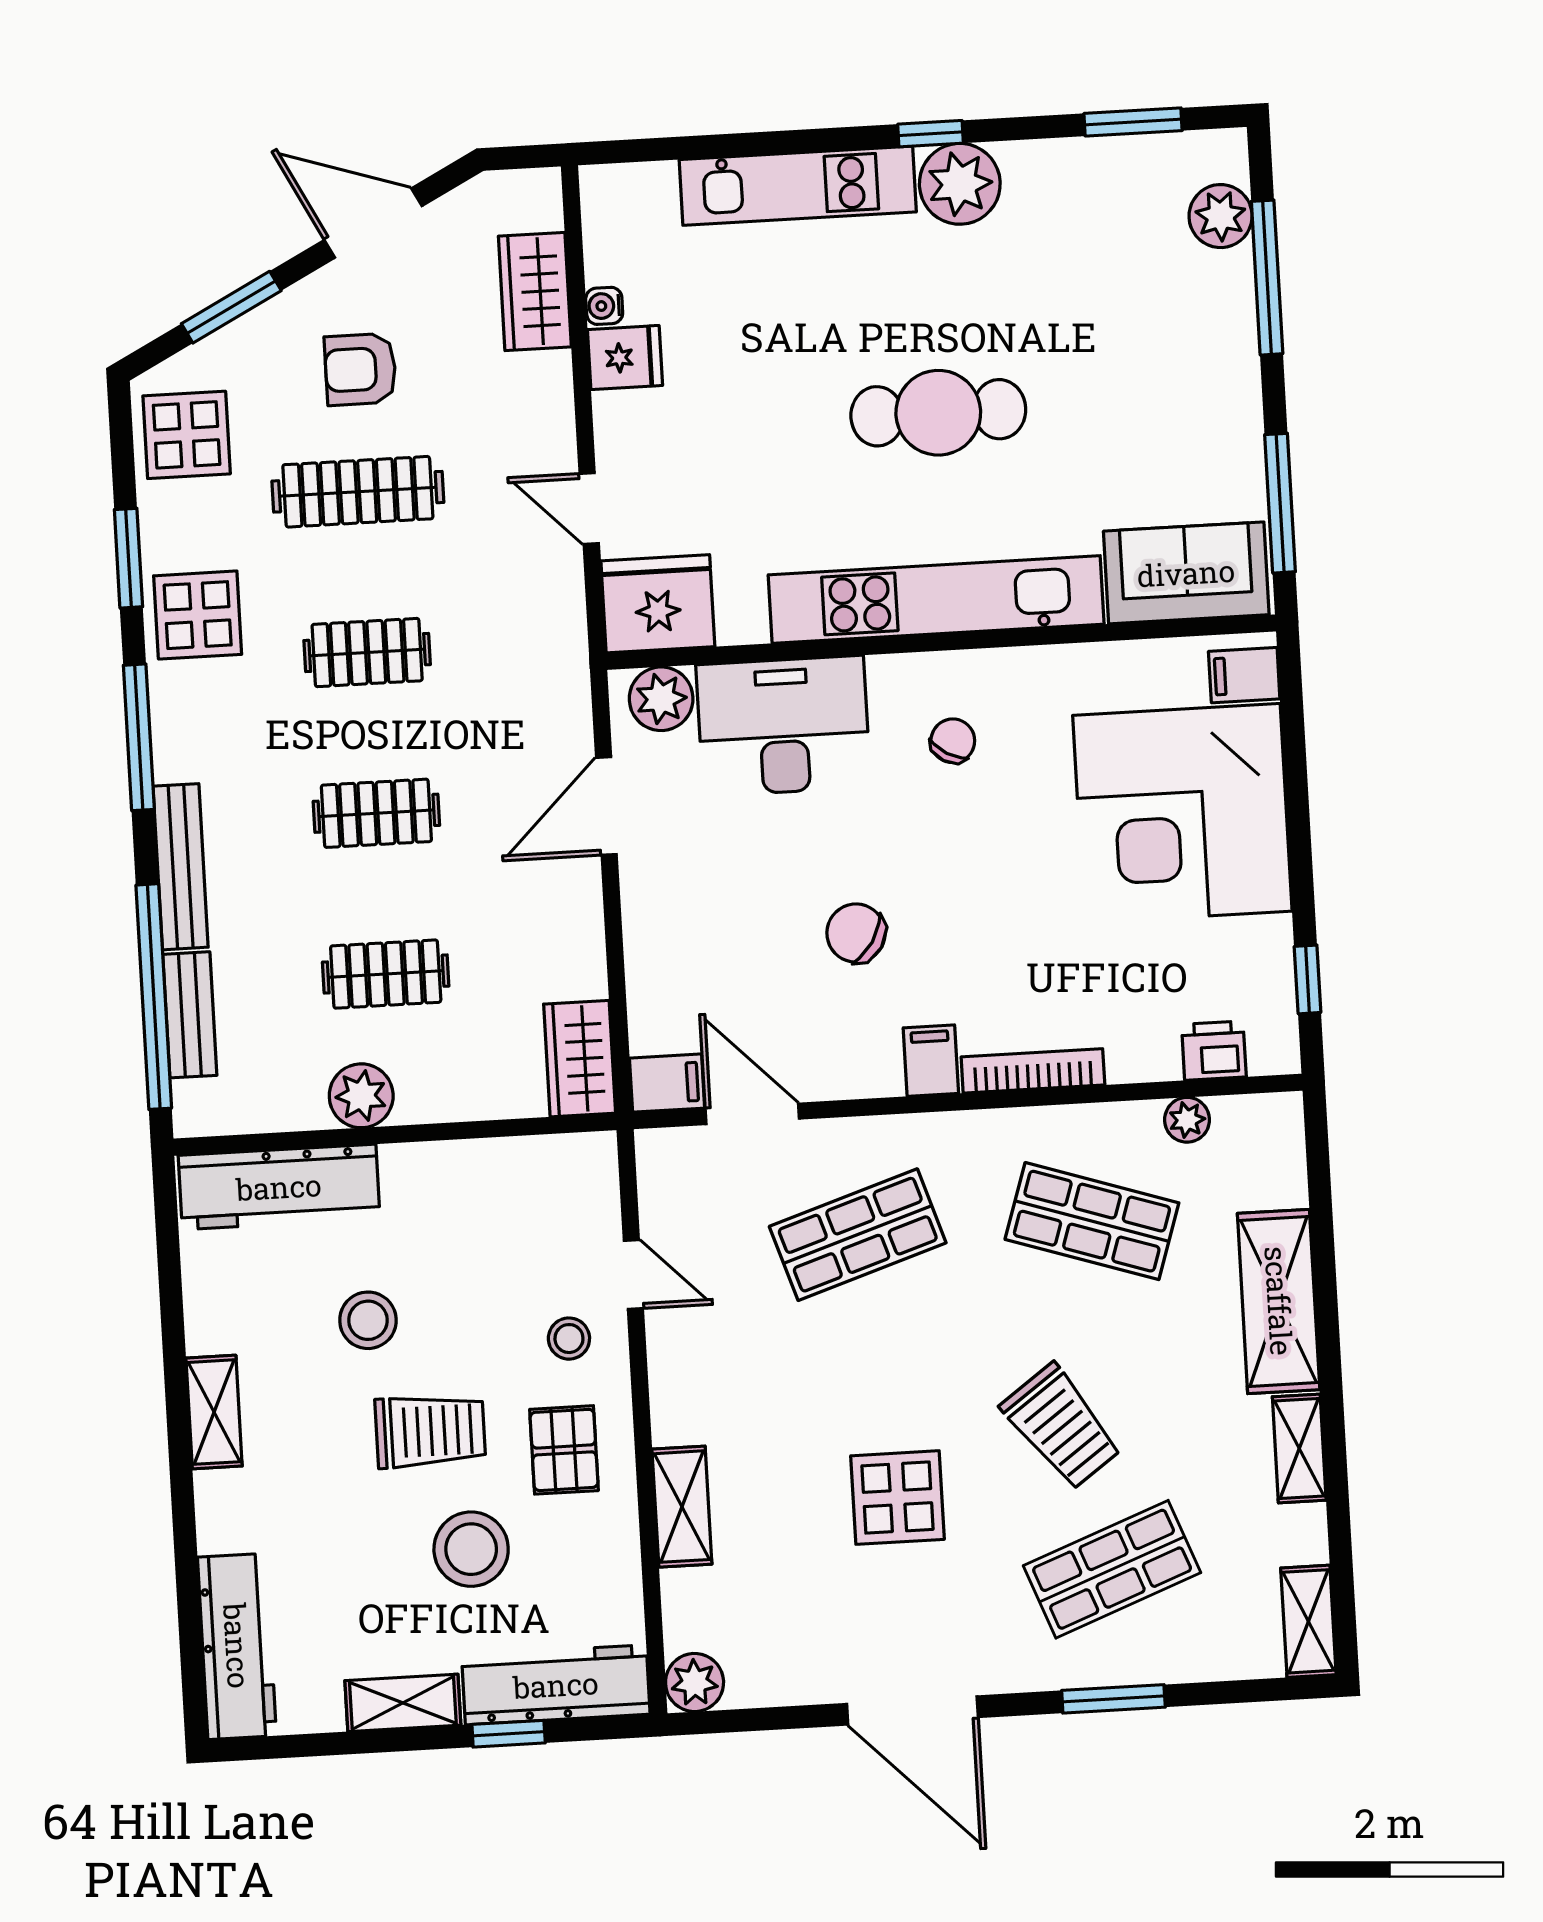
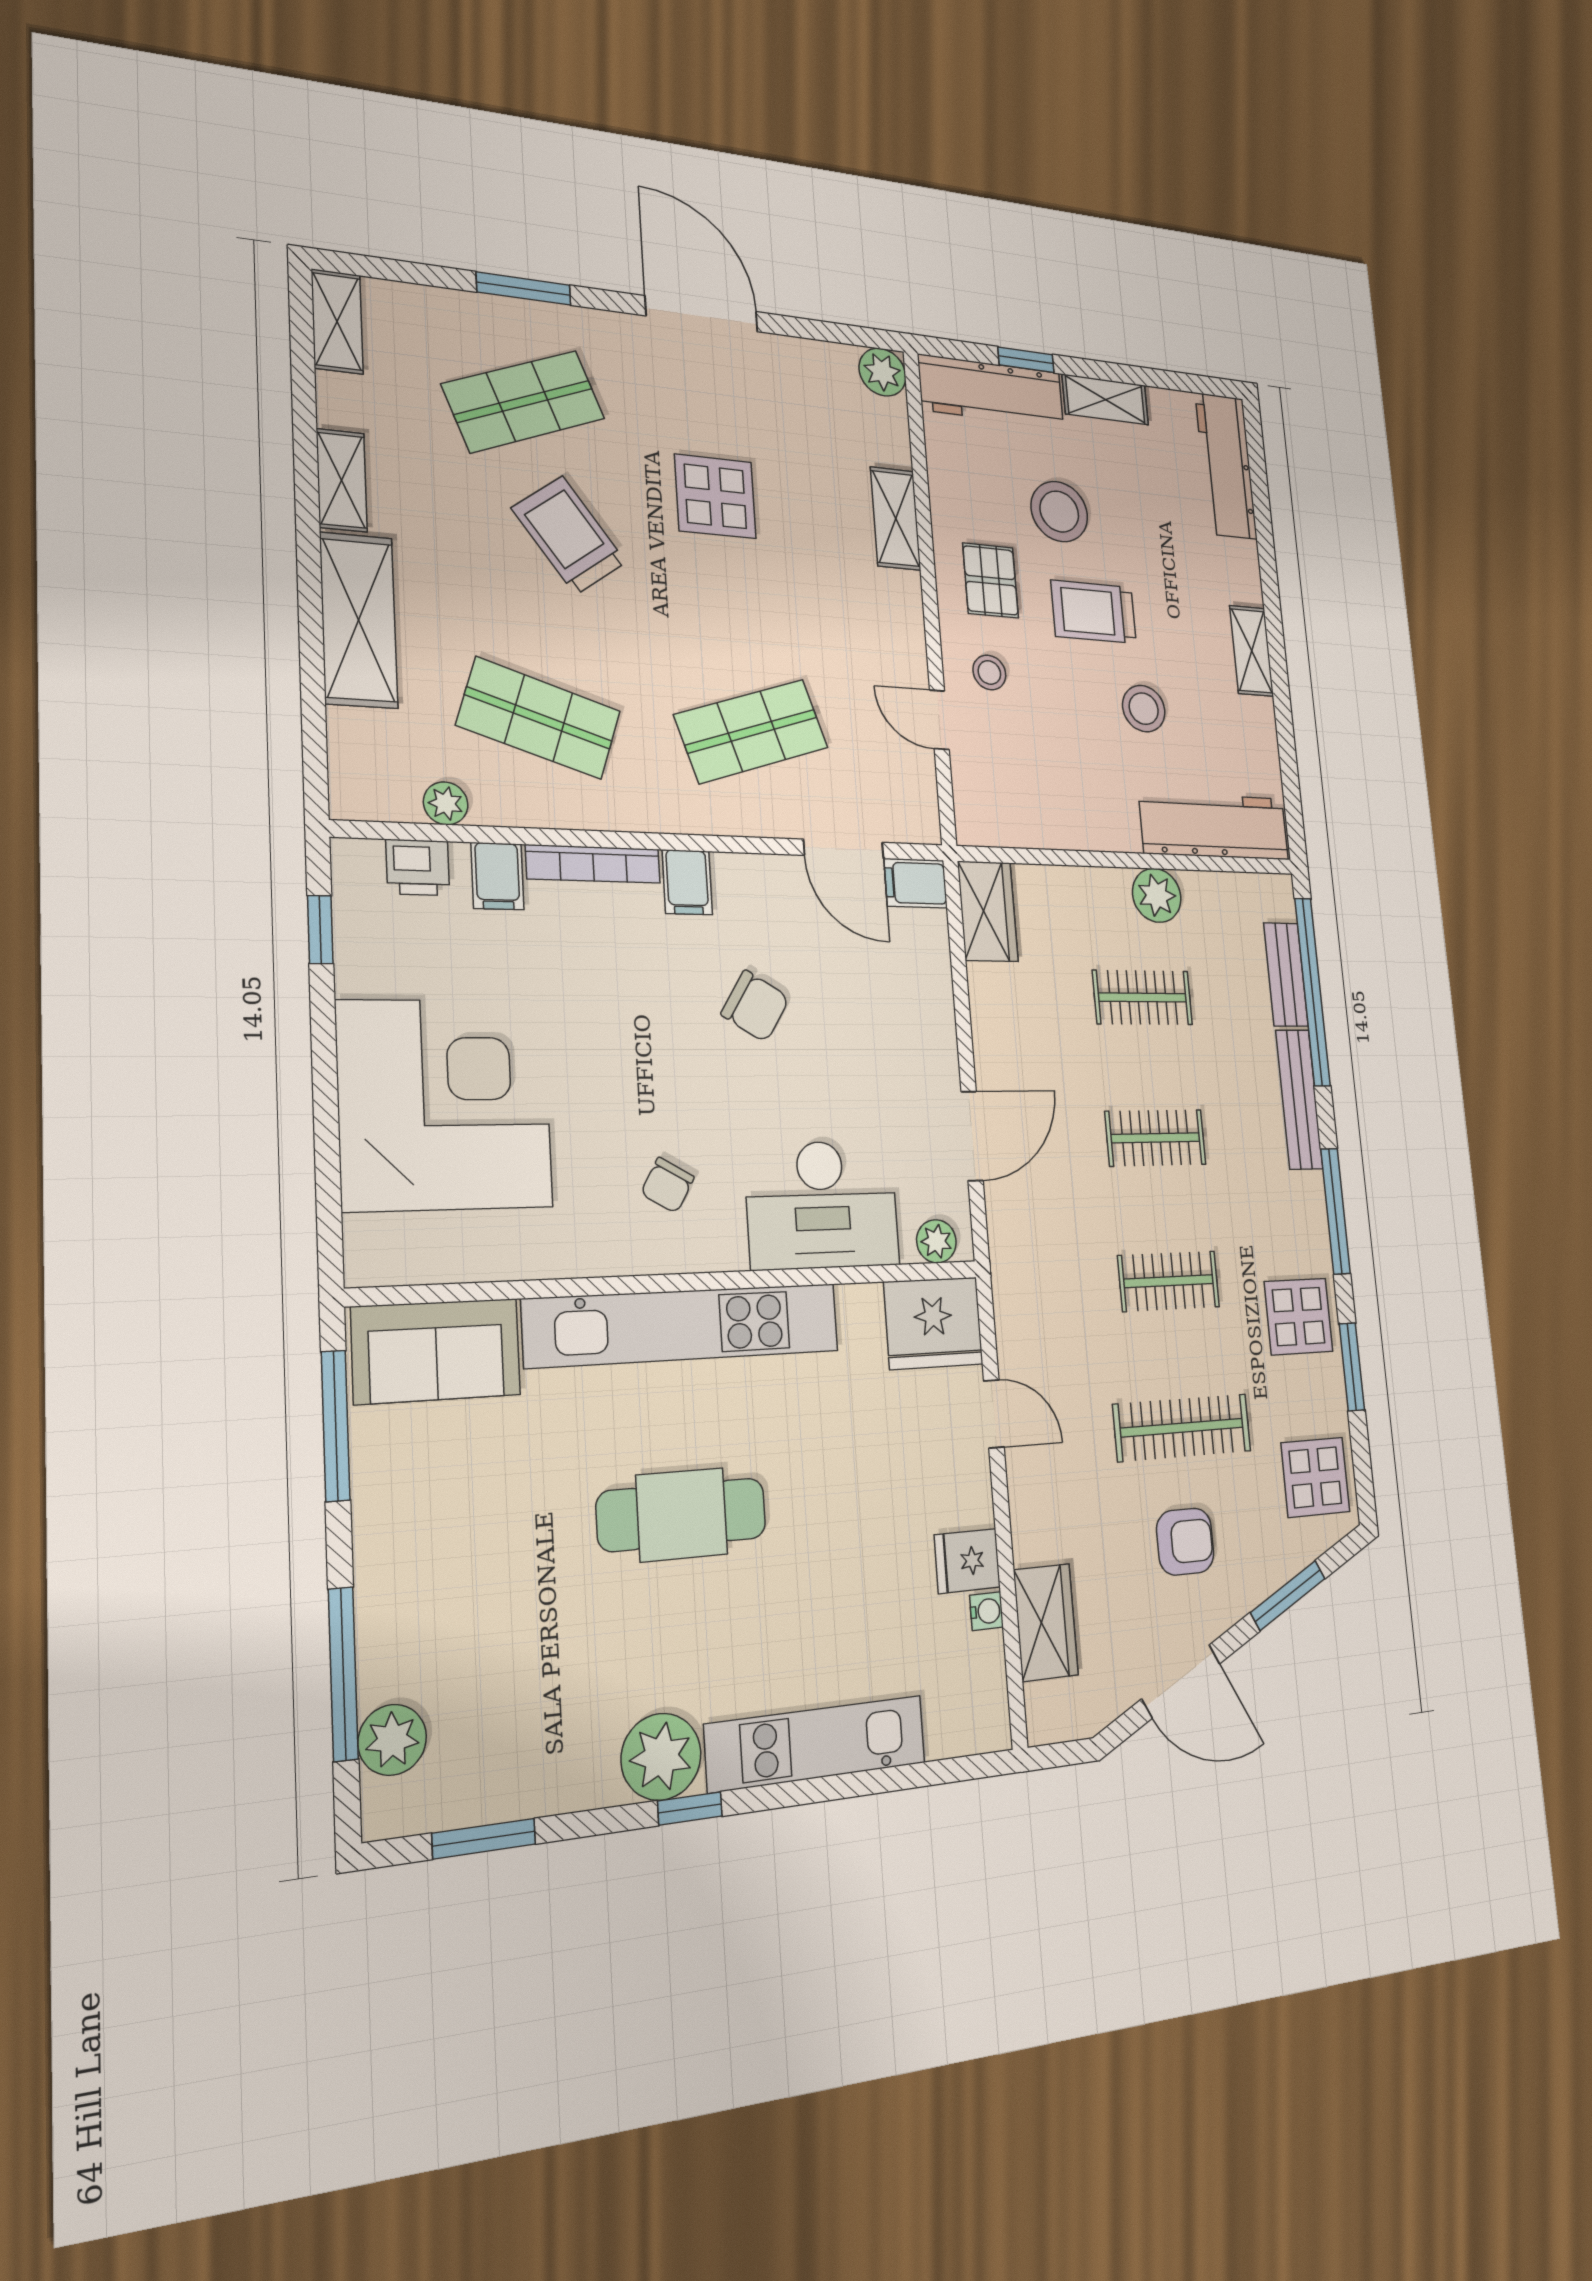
filing cabinet: (1244, 675) -> (497, 876), moved, turned 90
plant: (661, 699) -> (936, 1241), width x0.73, depth x0.73

